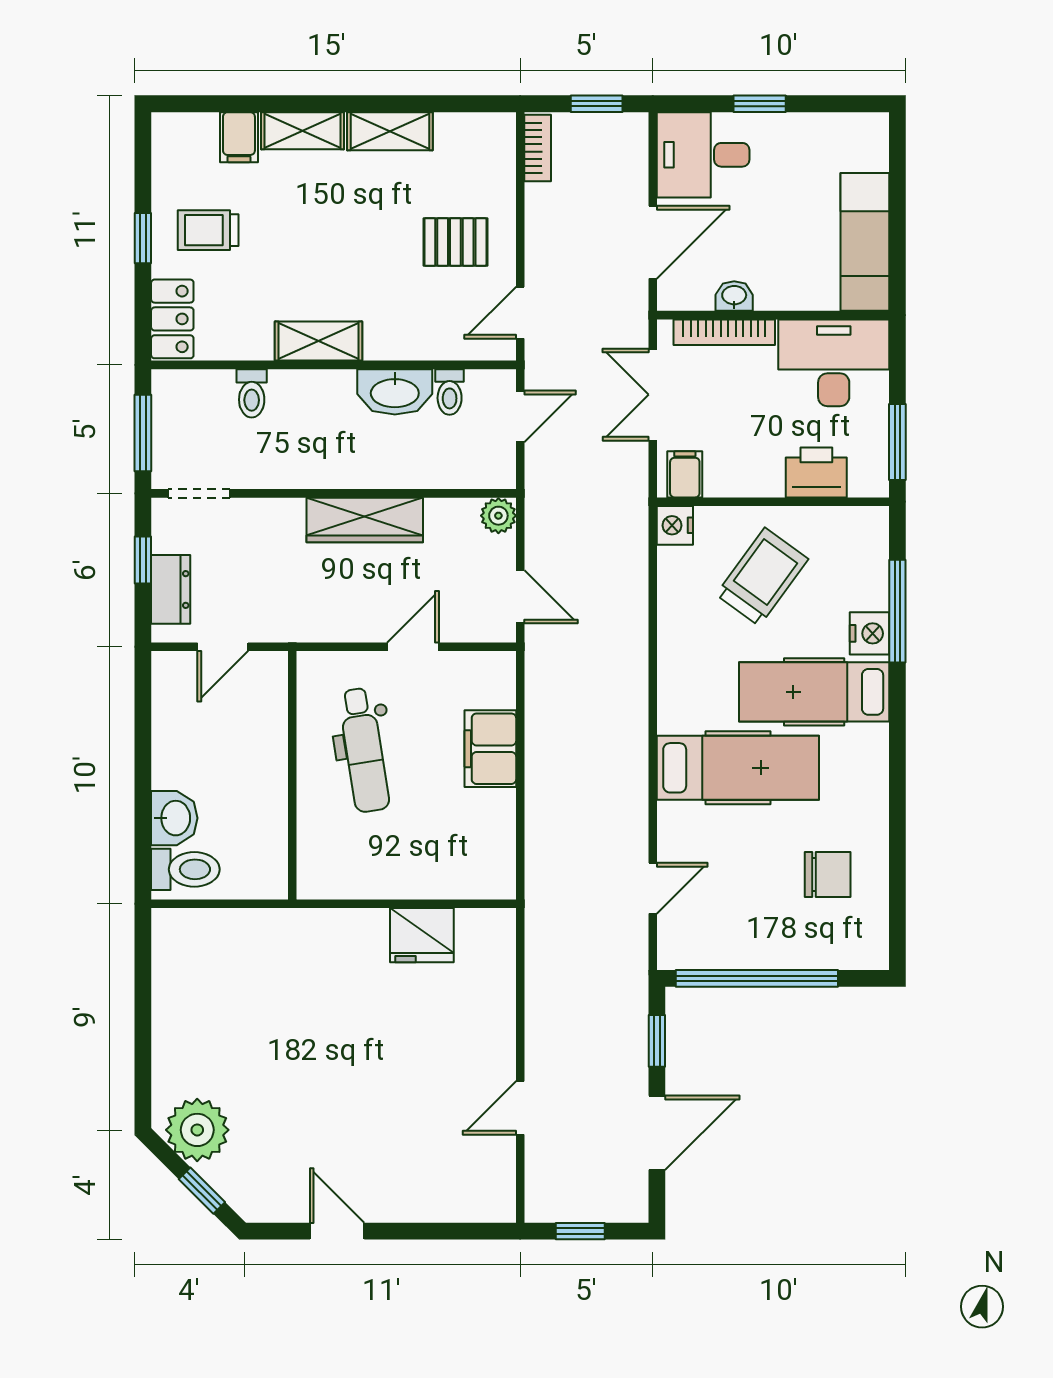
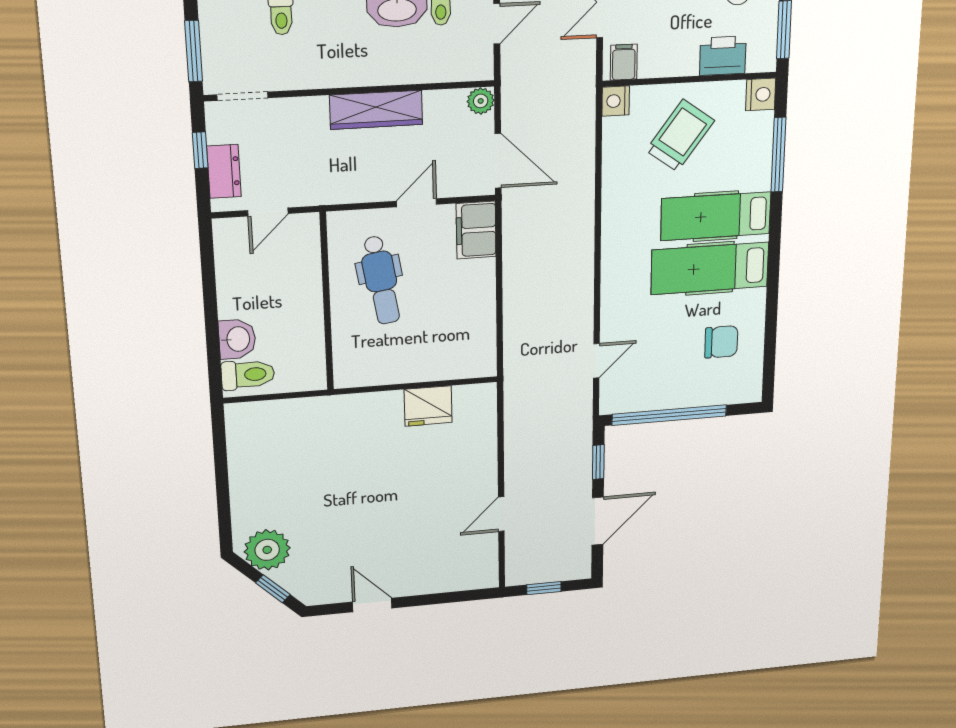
door: (520, 597) -> (498, 161), width x1.37
nightstand: (870, 633) -> (761, 94), moved
filing cabinet: (490, 749) -> (476, 230), moved
hospital bed: (738, 768) -> (710, 268), moved, turned 180

